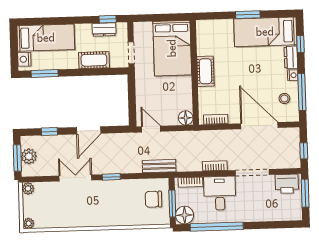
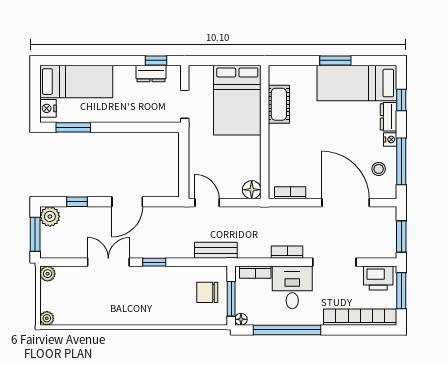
cot: (94, 60) -> (137, 112), removed
cot: (205, 71) -> (279, 104), moved
window: (304, 151) -> (401, 237), width x1.50
plant: (29, 156) -> (50, 216), moved
floor lamp: (185, 215) -> (241, 319), width x0.53, depth x0.53
bookcase: (274, 215) -> (360, 317), added

